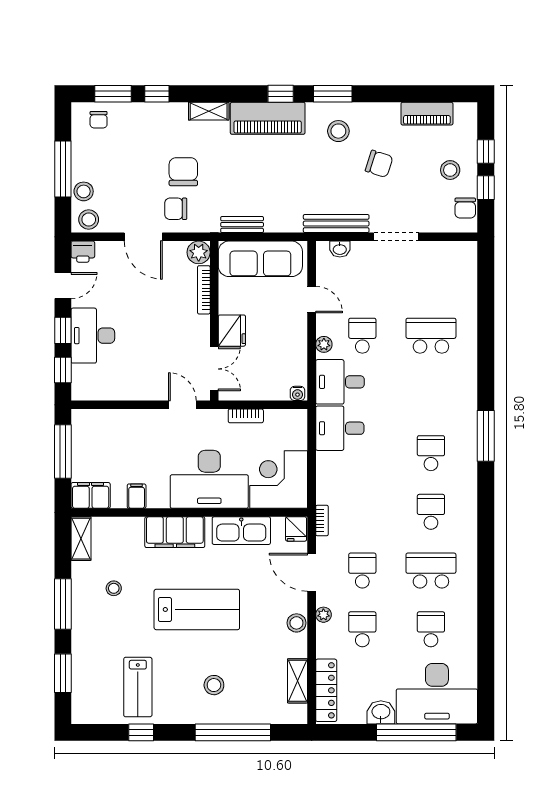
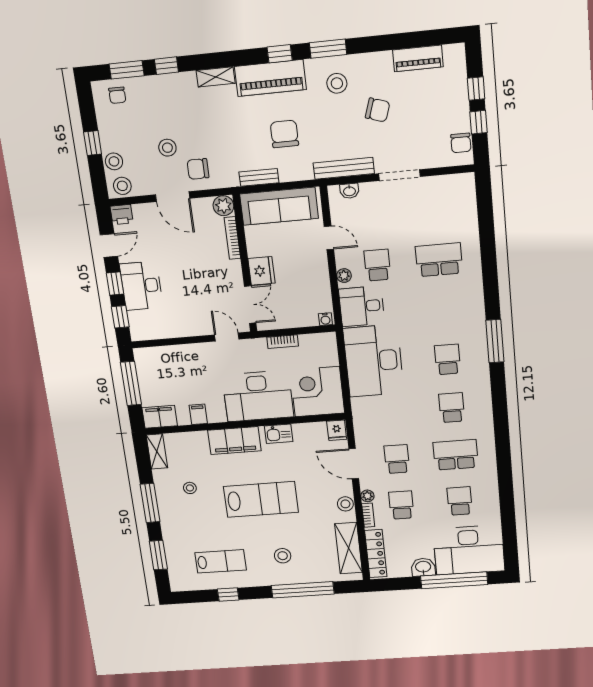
window: (63, 169) -> (93, 143), width x0.46
stool: (450, 170) -> (167, 148), moved
chair: (183, 172) -> (284, 134), moved
desk: (340, 428) -> (374, 361), width x1.87, depth x1.30
bookcase: (322, 521) -> (368, 515), moved
kitchen sink: (241, 531) -> (279, 434), width x0.53, depth x0.81
shelving: (298, 681) -> (348, 548), width x1.50, depth x1.33
lab bench: (138, 687) -> (221, 561), turned -90

